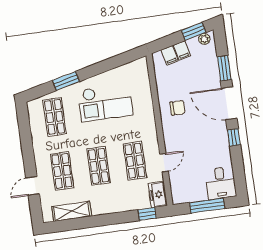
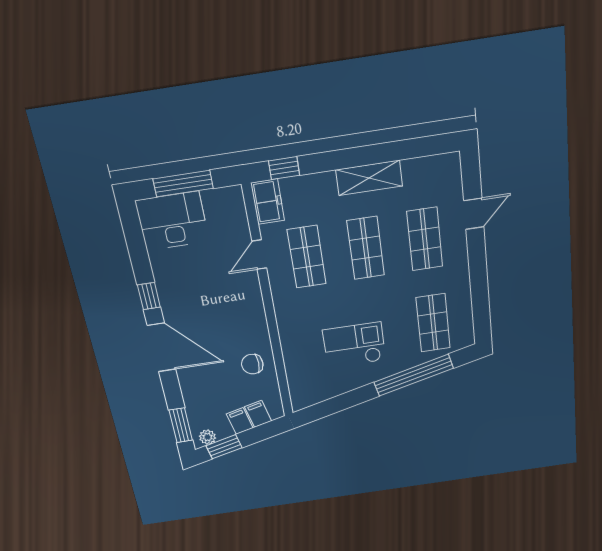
window: (224, 68) -> (181, 425), moved
window: (66, 81) -> (414, 375), width x2.11
checkout: (105, 103) -> (354, 345), width x0.73, depth x0.83
chair: (178, 108) -> (252, 364), moved
desk: (221, 183) -> (172, 221), width x1.37
shelving: (72, 211) -> (369, 178), moved

